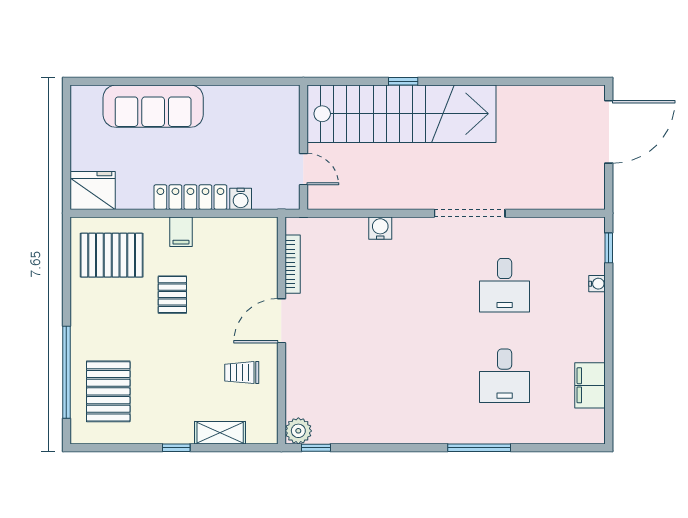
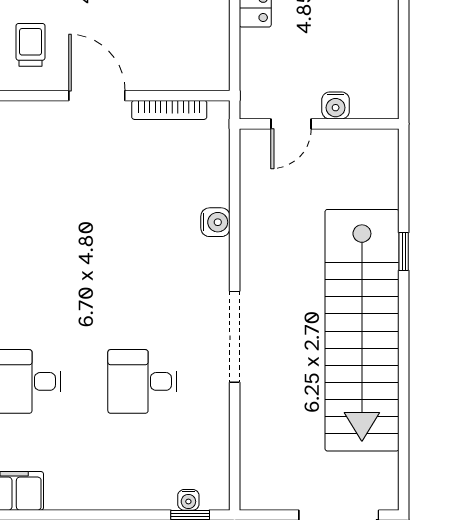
stairs: (401, 114) -> (362, 330), moved
water cooler: (241, 199) -> (336, 105), moved, turned -90
water cooler: (597, 284) -> (188, 500), moved

